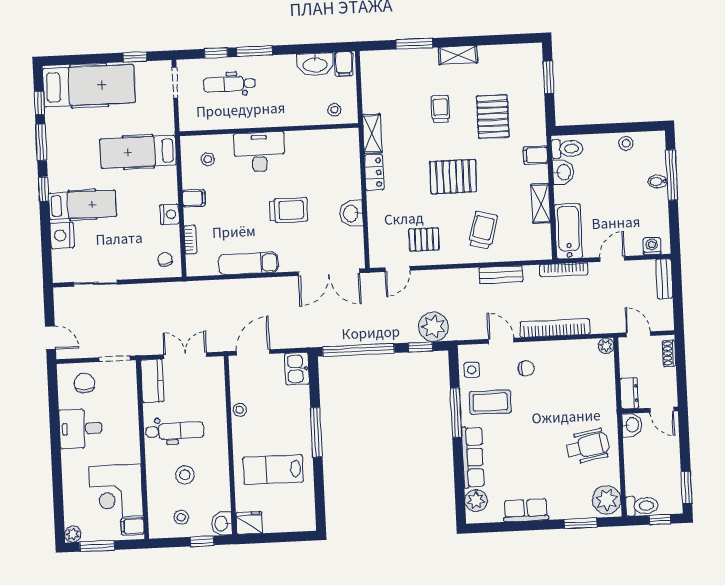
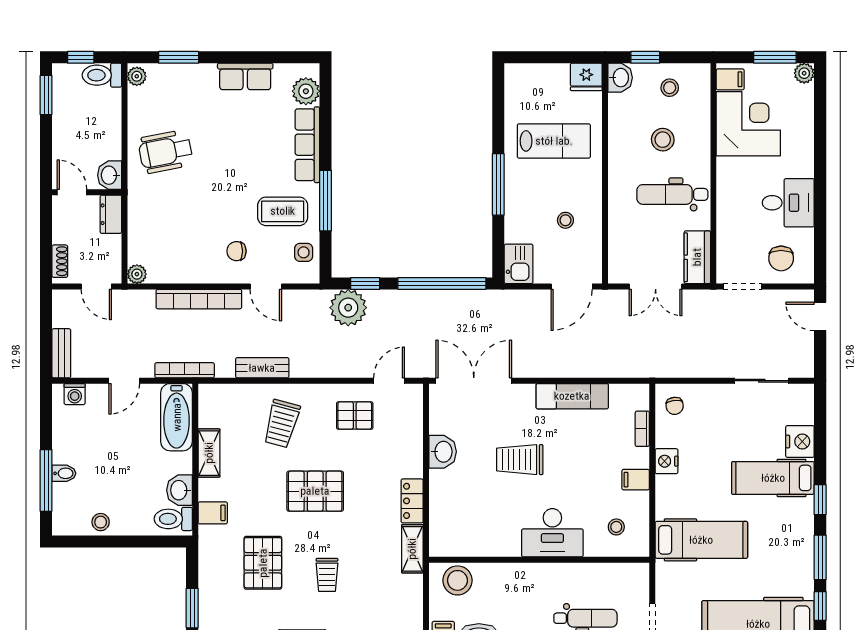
stool: (334, 110) -> (457, 580), width x1.89, depth x1.89
stool: (240, 410) -> (565, 220), moved
plant: (607, 500) -> (137, 76), width x0.53, depth x0.53

